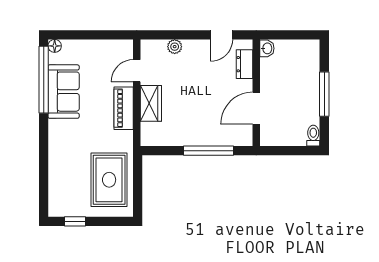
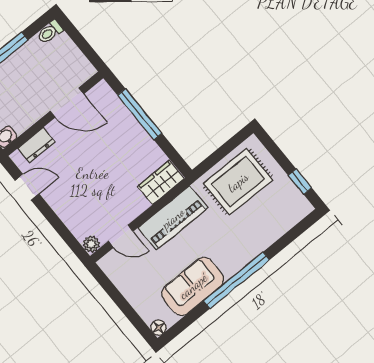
plant: (175, 47) -> (91, 244), moved
window: (44, 80) -> (237, 280), moved
wardrobe: (151, 103) -> (161, 183), moved
piano: (124, 108) -> (173, 218), width x1.37, depth x1.33

